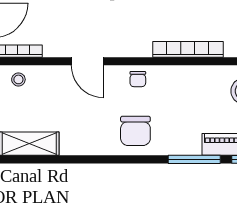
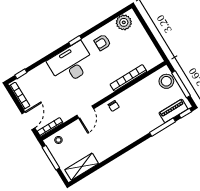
door: (87, 61) -> (85, 112), hinge flipped
chair: (135, 131) -> (127, 131), removed

